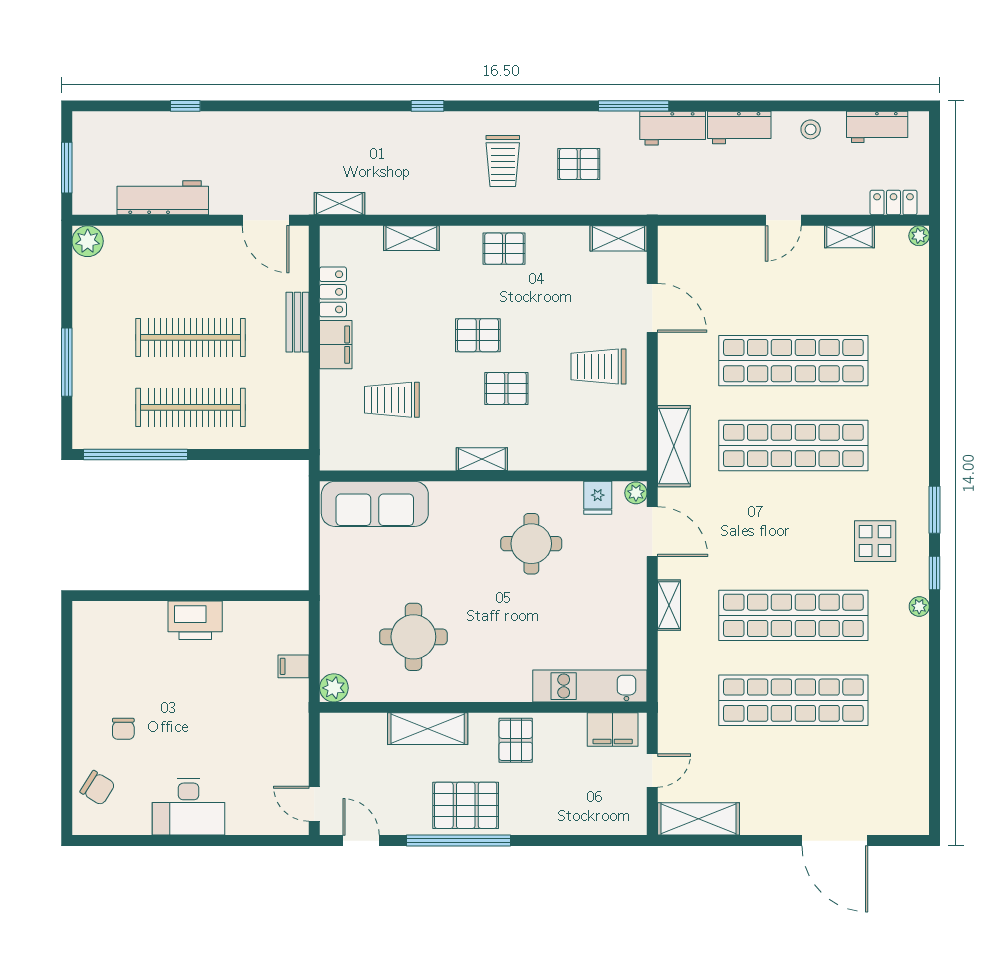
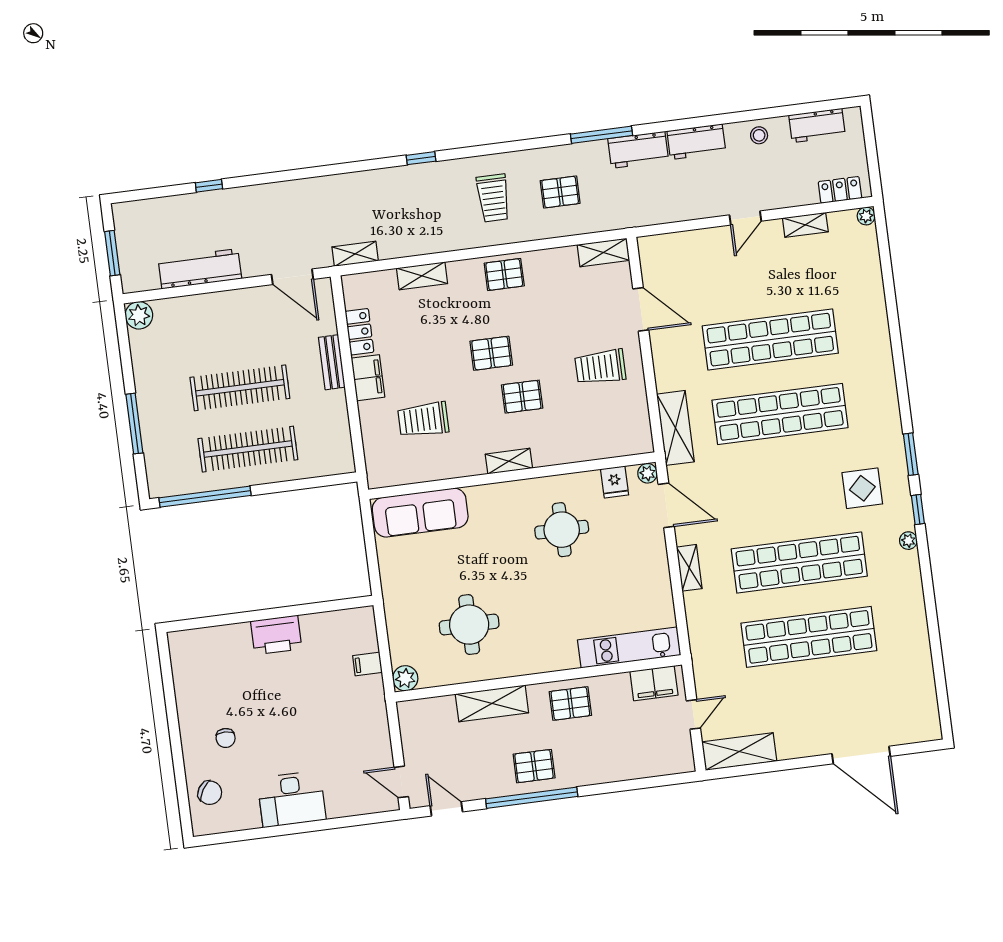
pallet: (516, 740) -> (570, 703), turned 90
pallet: (466, 805) -> (534, 766), width x0.67, depth x0.71

